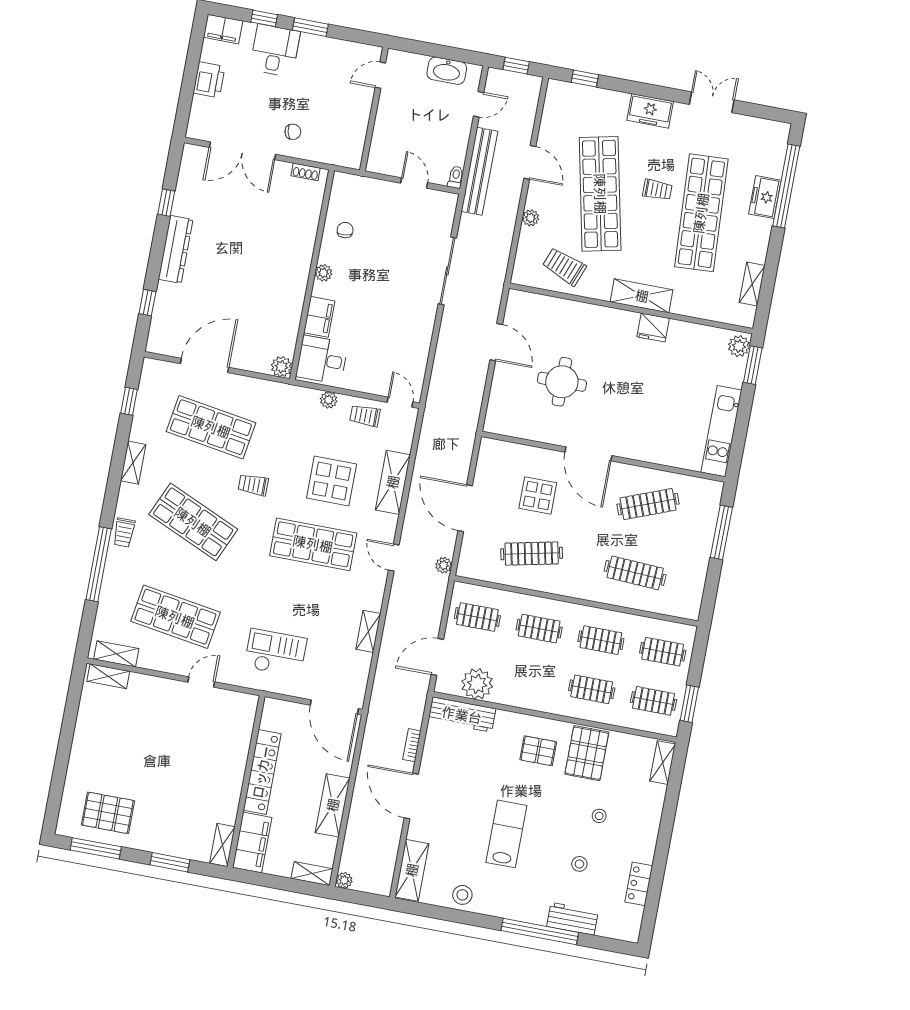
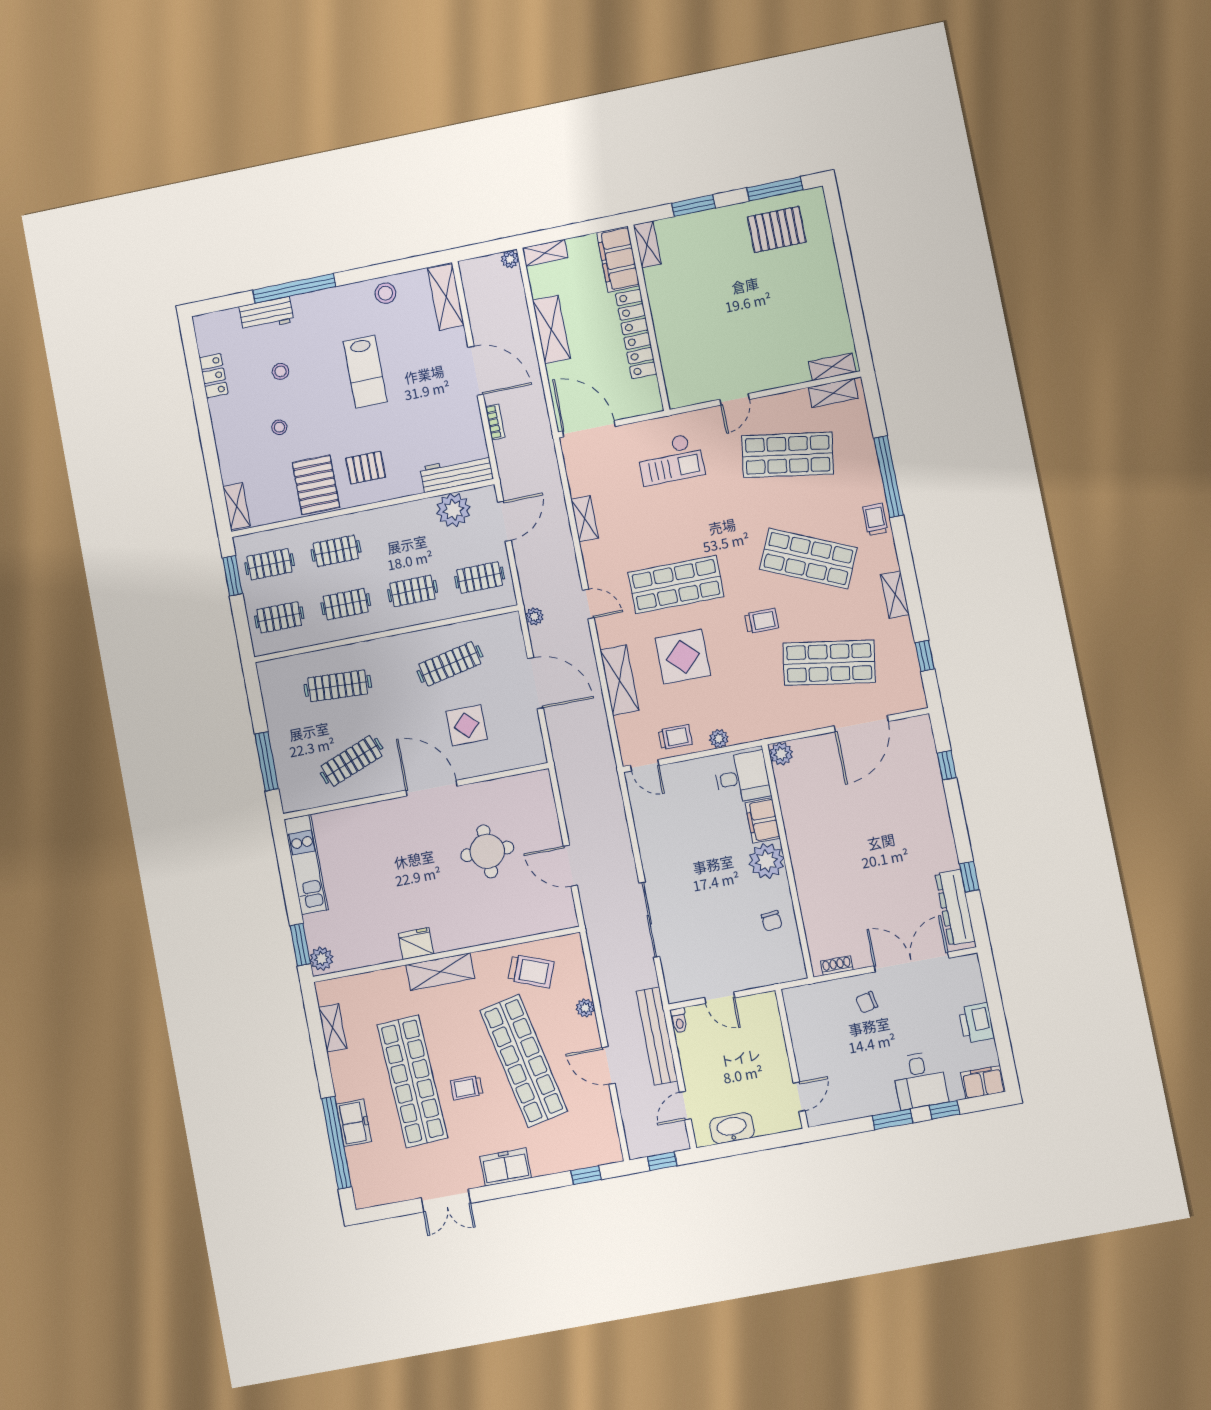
dresser: (176, 249) -> (955, 907), moved
plant: (324, 273) -> (766, 861), width x1.88, depth x1.88

